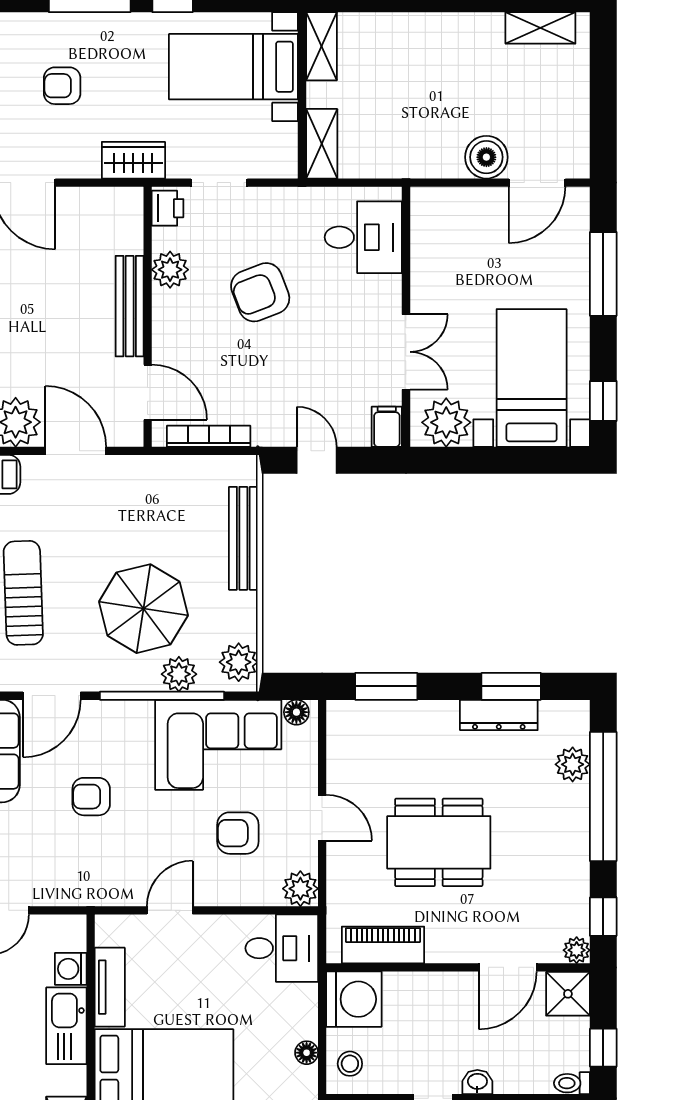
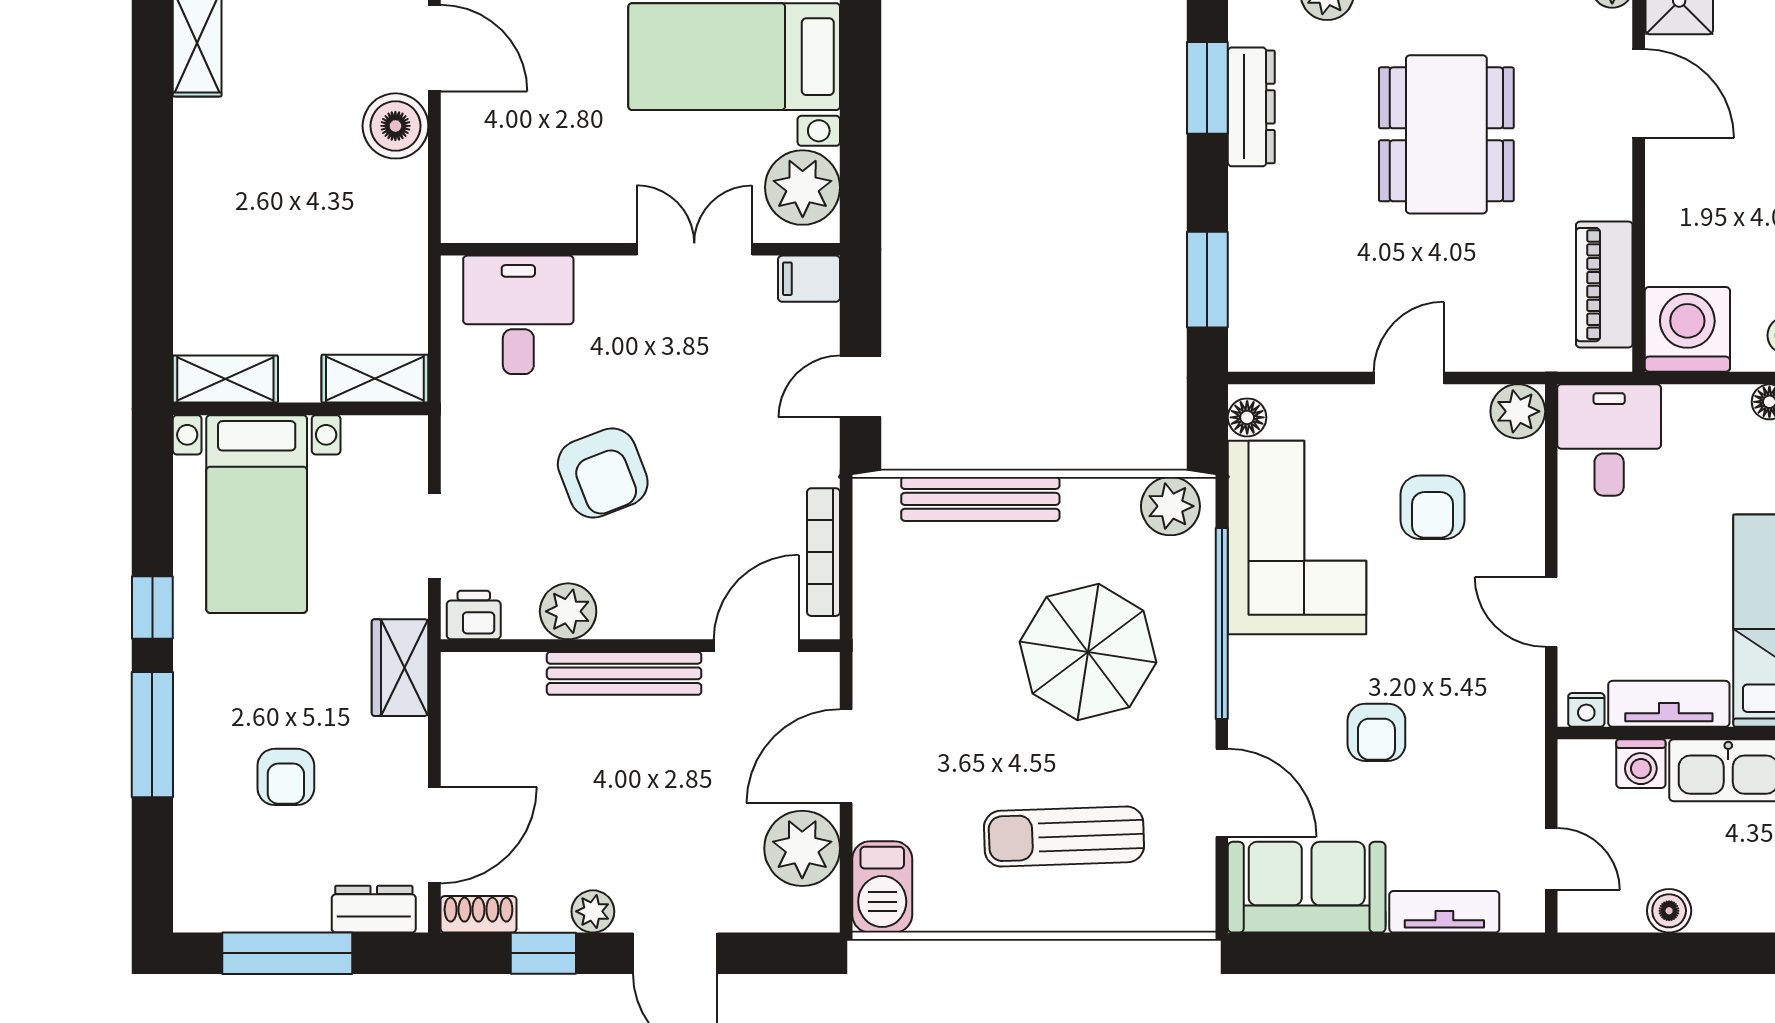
plant: (179, 674) -> (1189, 598), removed
dining table: (439, 842) -> (1446, 134), moved
nightstand: (106, 933) -> (1586, 710), added

